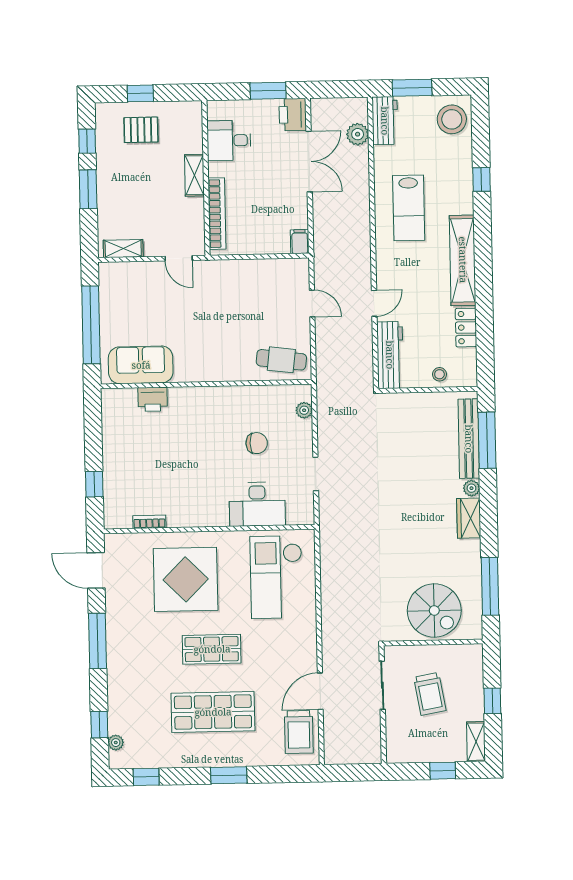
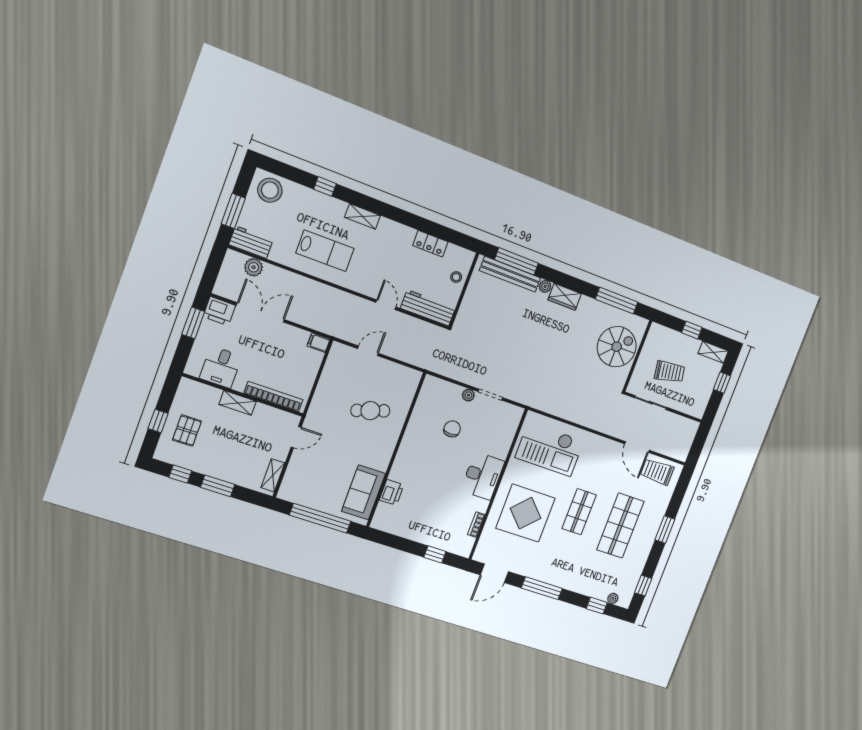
shelving: (463, 260) -> (363, 216), width x0.45, depth x0.75
cafe table: (281, 360) -> (370, 411), moved, turned 65
plant: (304, 410) -> (468, 395), moved
desk: (257, 504) -> (483, 476), moved
trolley: (299, 732) -> (657, 472), turned 180

